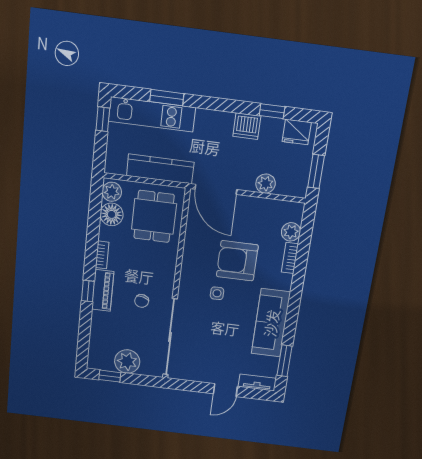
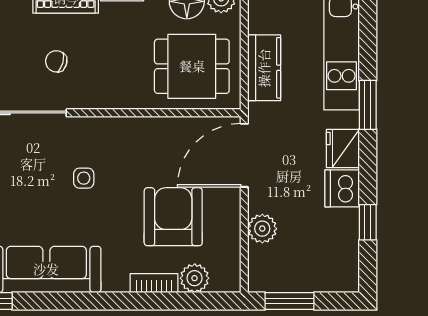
window: (167, 98) -> (368, 105), moved
fridge: (297, 132) -> (343, 149), moved
kitchen counter: (160, 169) -> (264, 68), width x0.67
armchair: (237, 261) -> (173, 217), moved

